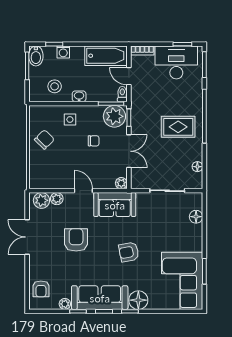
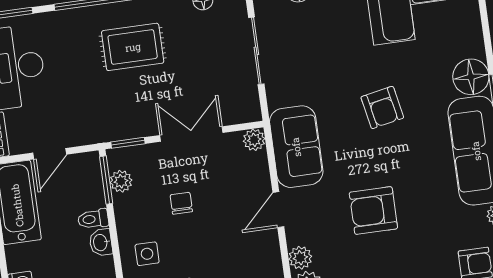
toilet: (122, 94) -> (93, 219), moved
plant: (114, 116) -> (121, 181), width x0.53, depth x0.53
rug: (178, 127) -> (133, 47), turned 90

